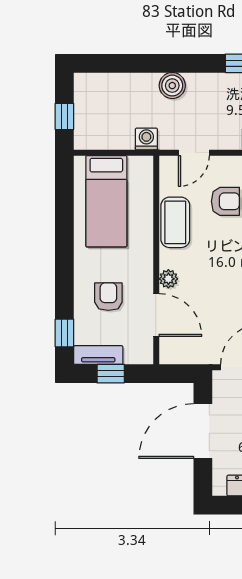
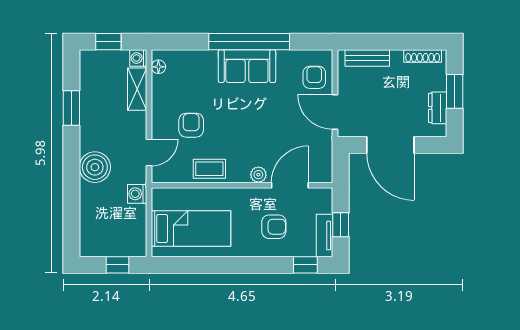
boiler: (172, 86) -> (95, 167), width x1.37, depth x1.37
door: (194, 153) -> (149, 153), hinge flipped
coffee table: (175, 222) -> (209, 169), width x0.73, depth x0.77
armchair: (108, 297) -> (274, 227), turned 180

